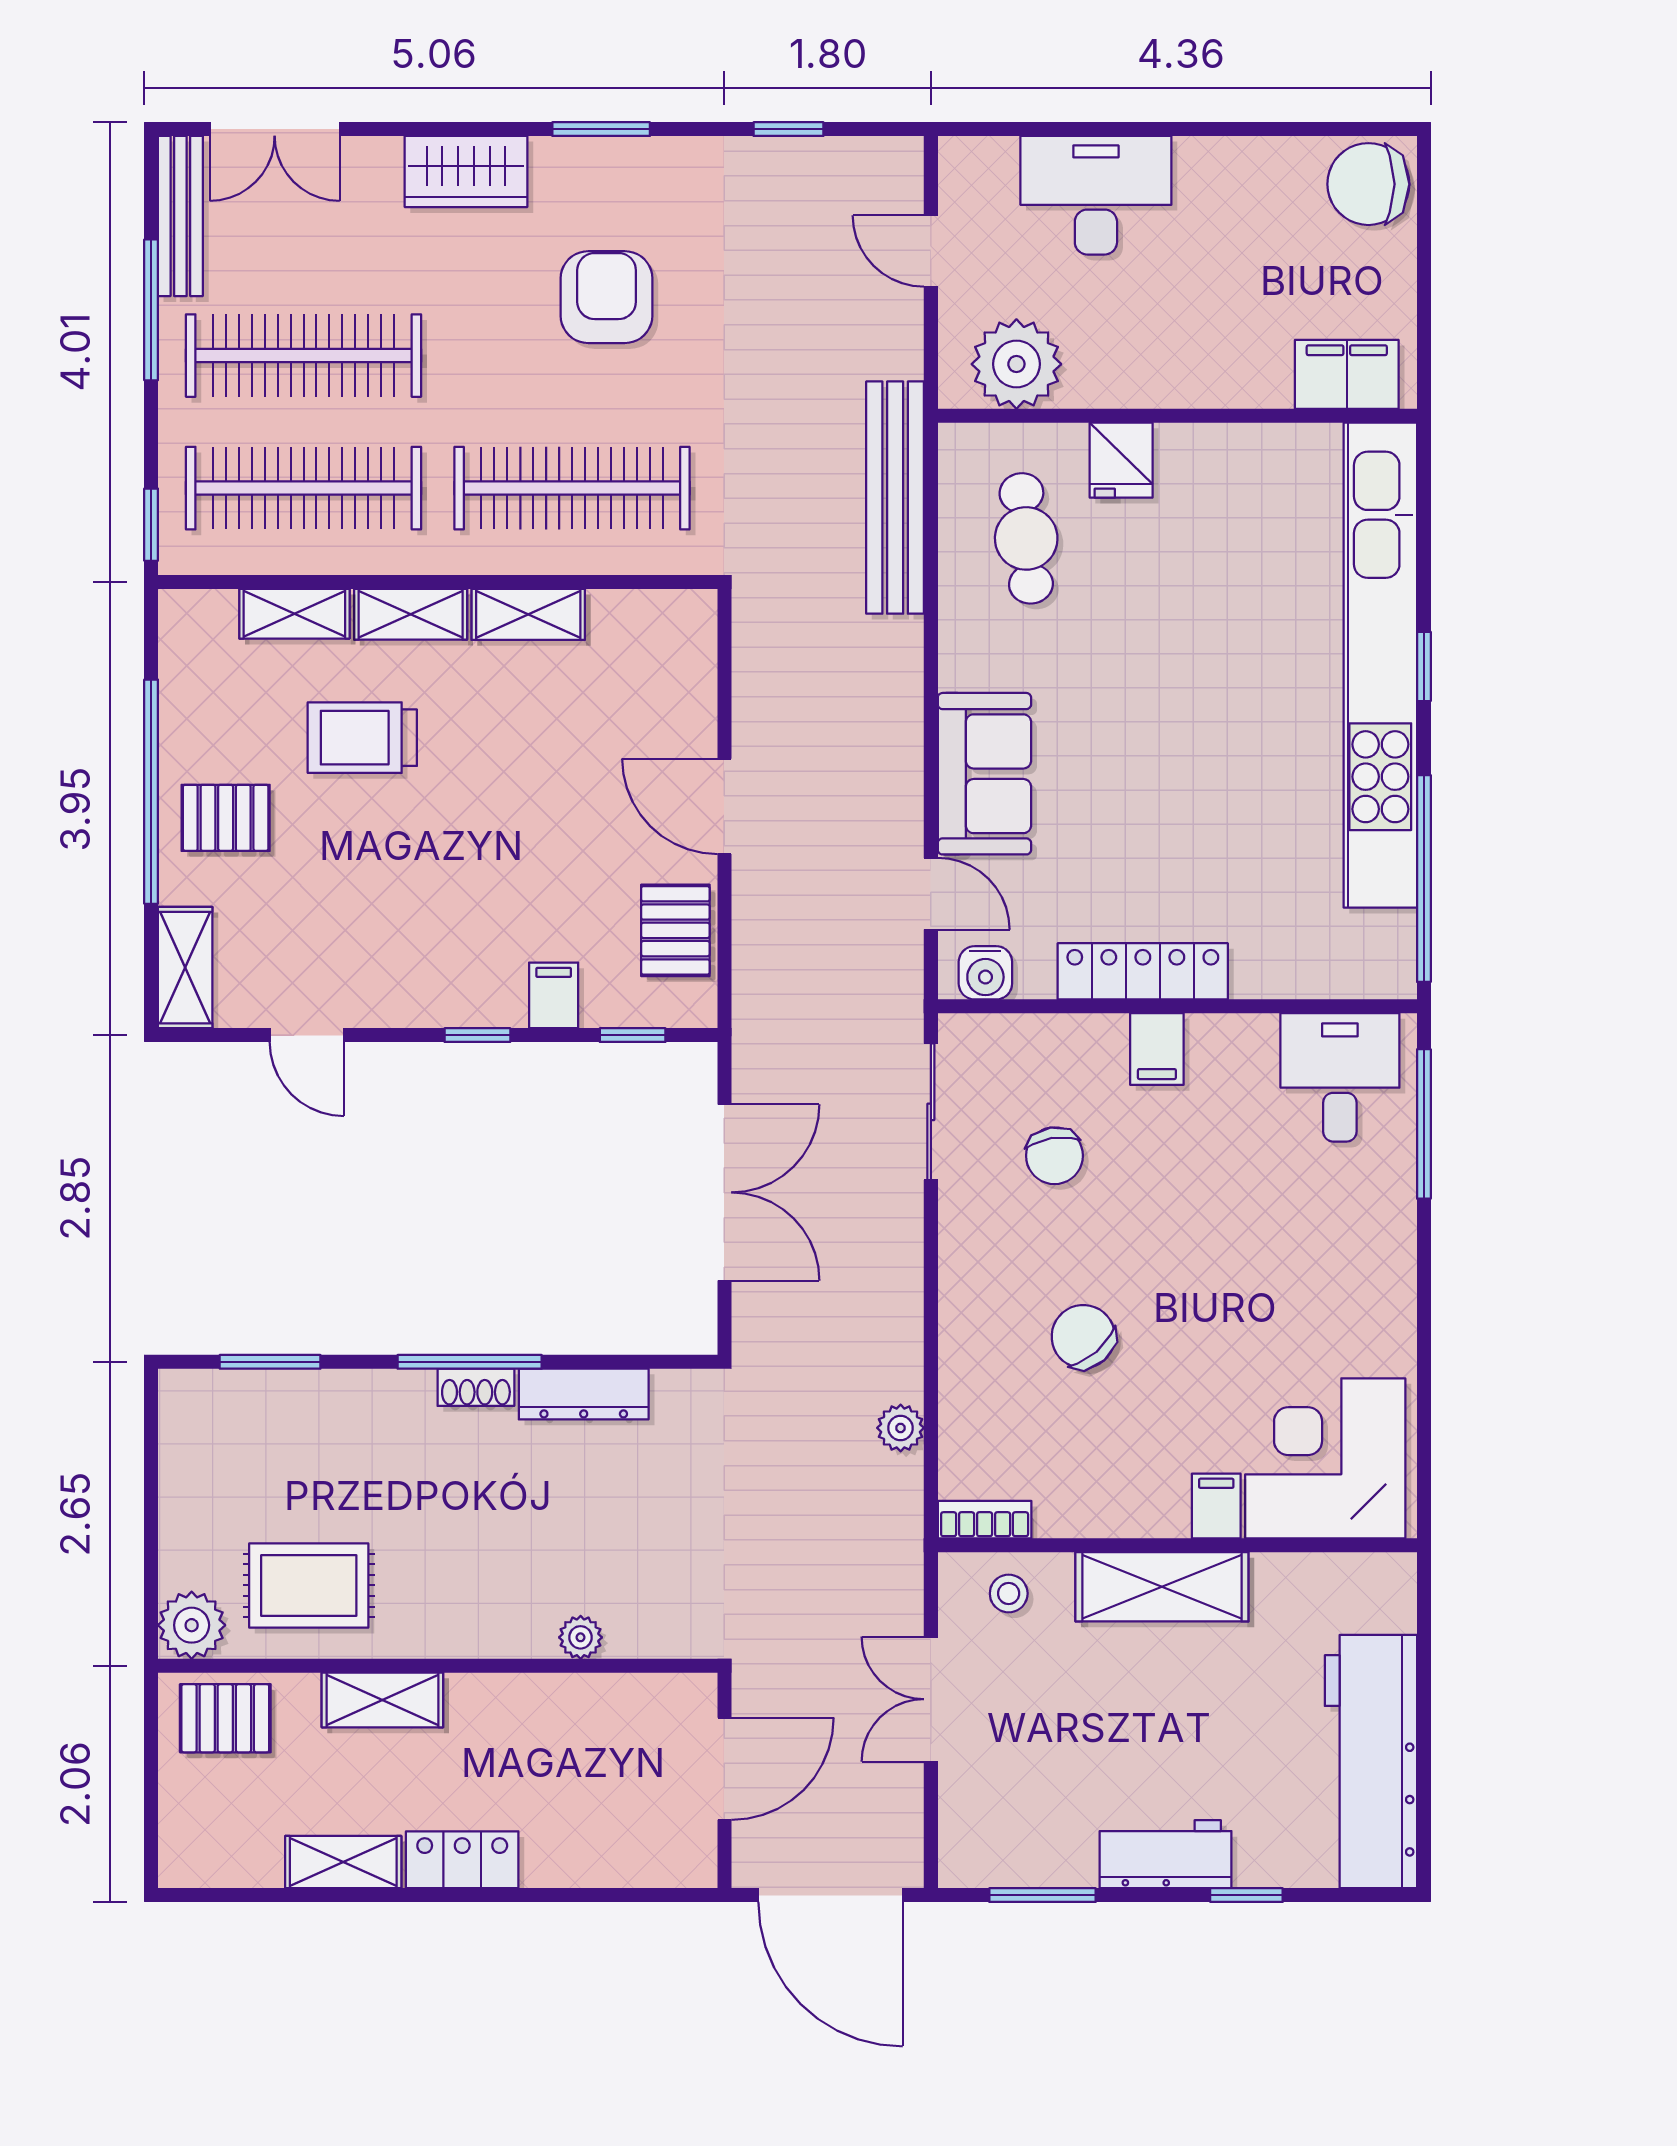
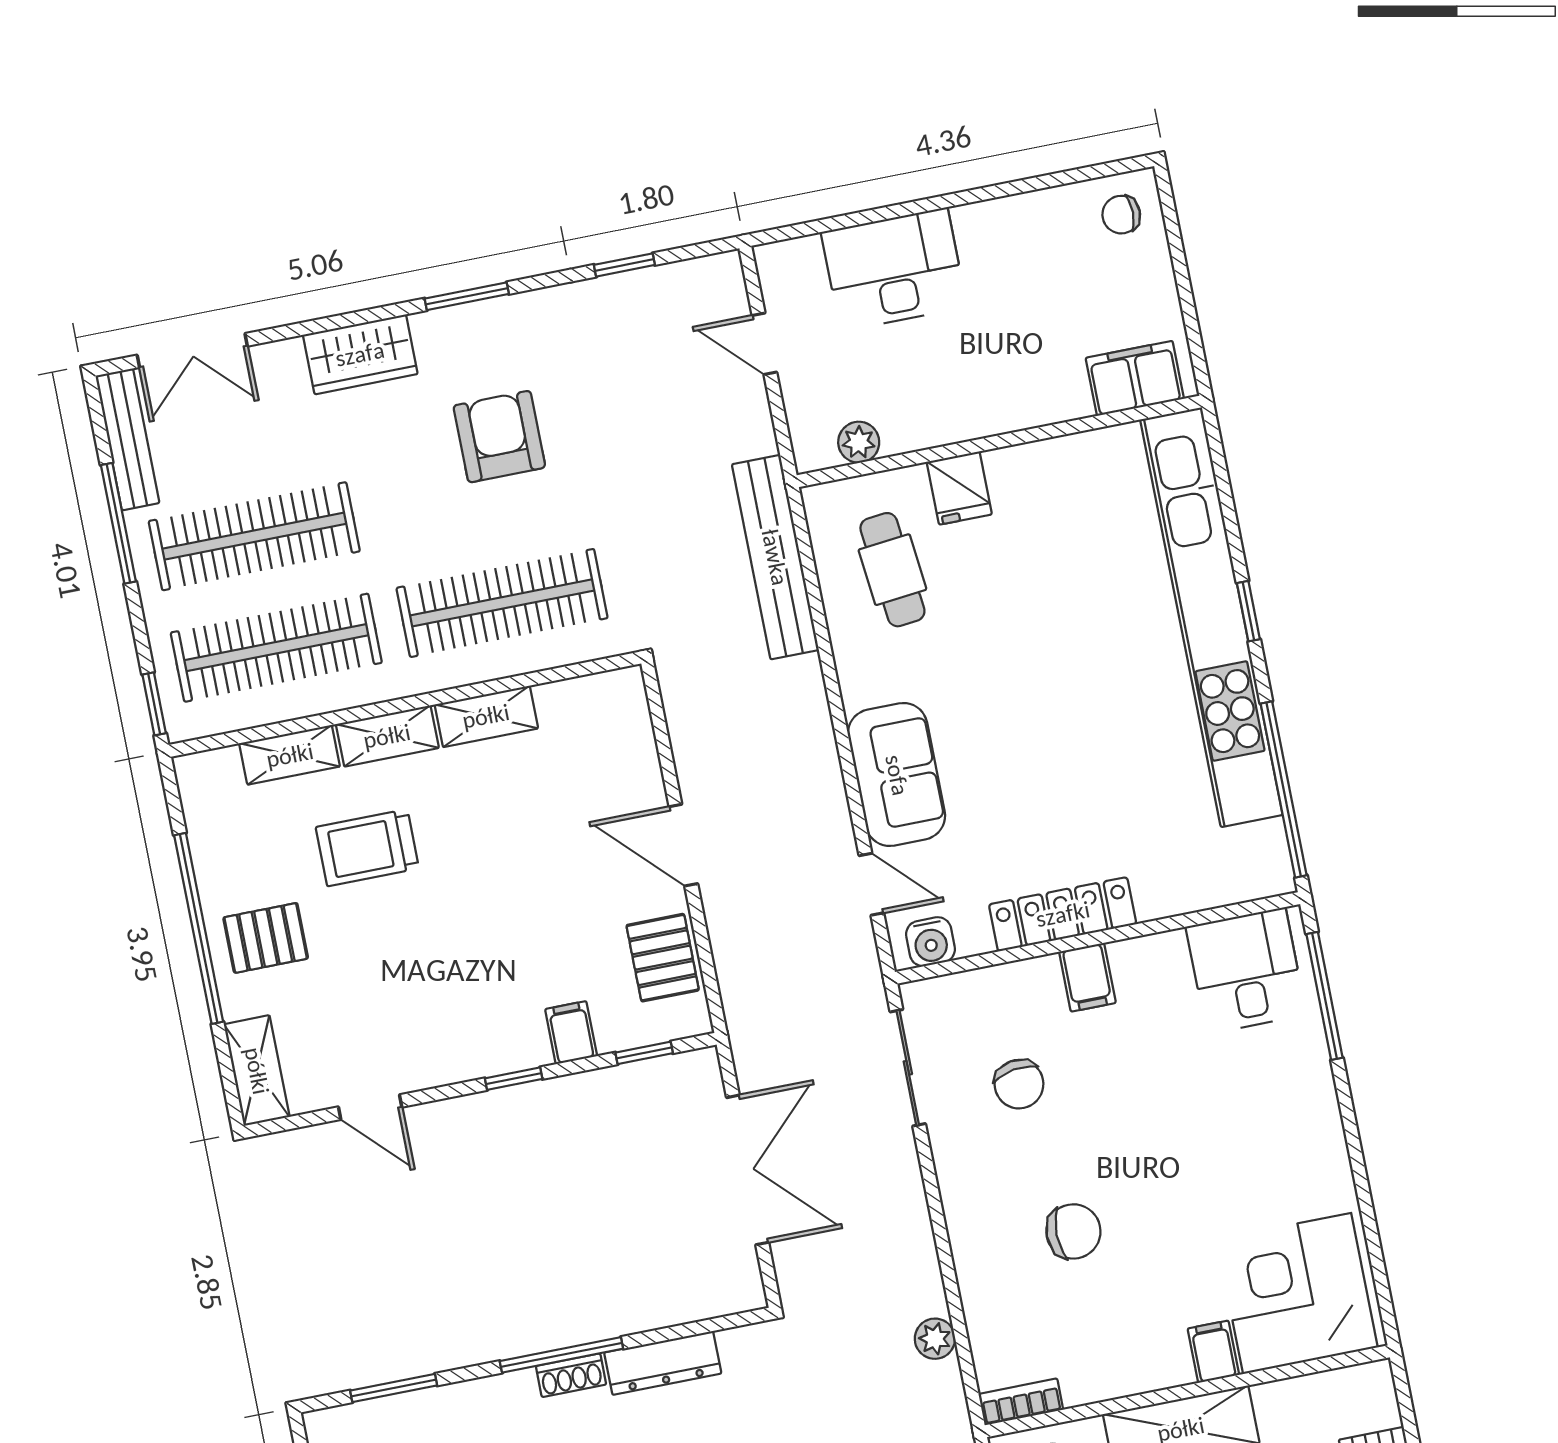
chair: (1368, 184) -> (1121, 215), width x0.54, depth x0.54
plant: (1016, 364) -> (859, 442), width x0.53, depth x0.53
chair: (1083, 1337) -> (1073, 1231), turned 131

